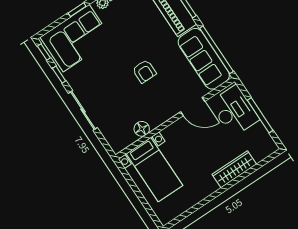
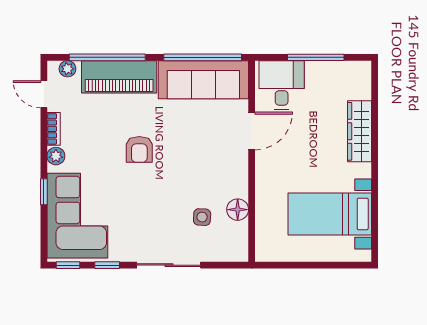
armchair: (144, 71) -> (139, 149), moved, turned 90
side table: (124, 111) -> (202, 217), added
desk: (234, 111) -> (282, 85), width x0.73
bed with nightstands: (154, 170) -> (330, 214), moved, turned 180

